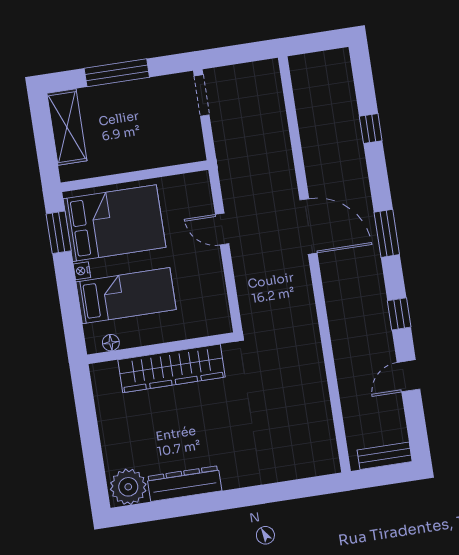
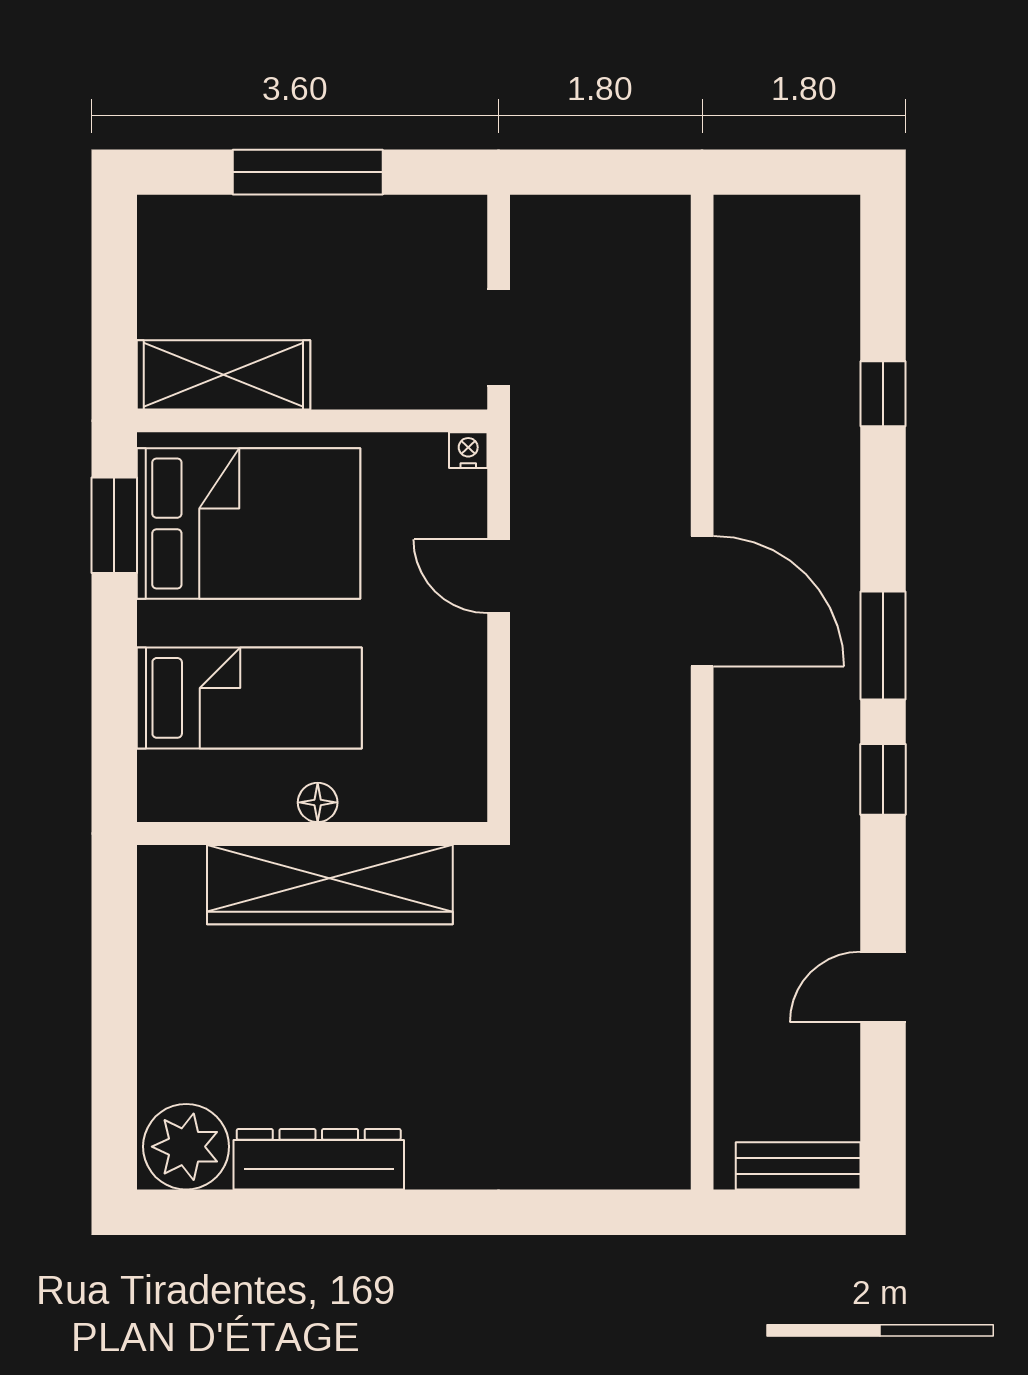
doorway: (202, 95) -> (499, 337), moved
shelving: (67, 127) -> (223, 375), moved, turned 90
nightstand: (82, 271) -> (468, 450), moved, turned 90
window: (399, 314) -> (883, 779), moved
floor lamp: (111, 343) -> (318, 802), moved

